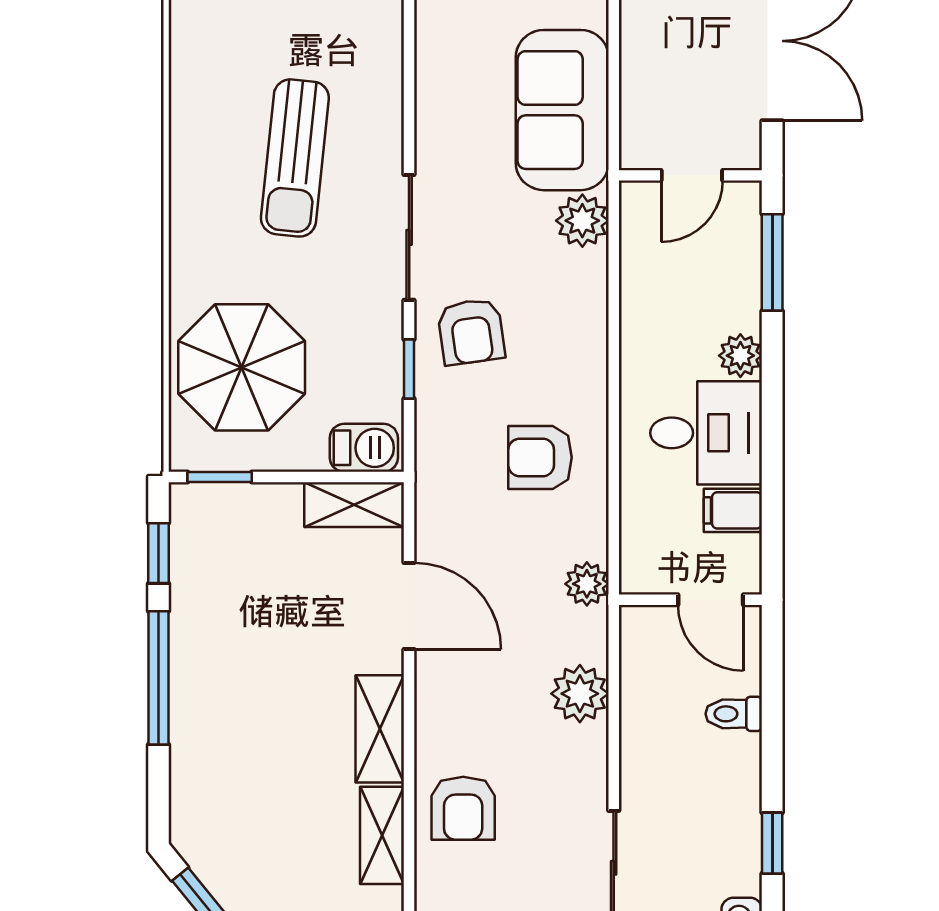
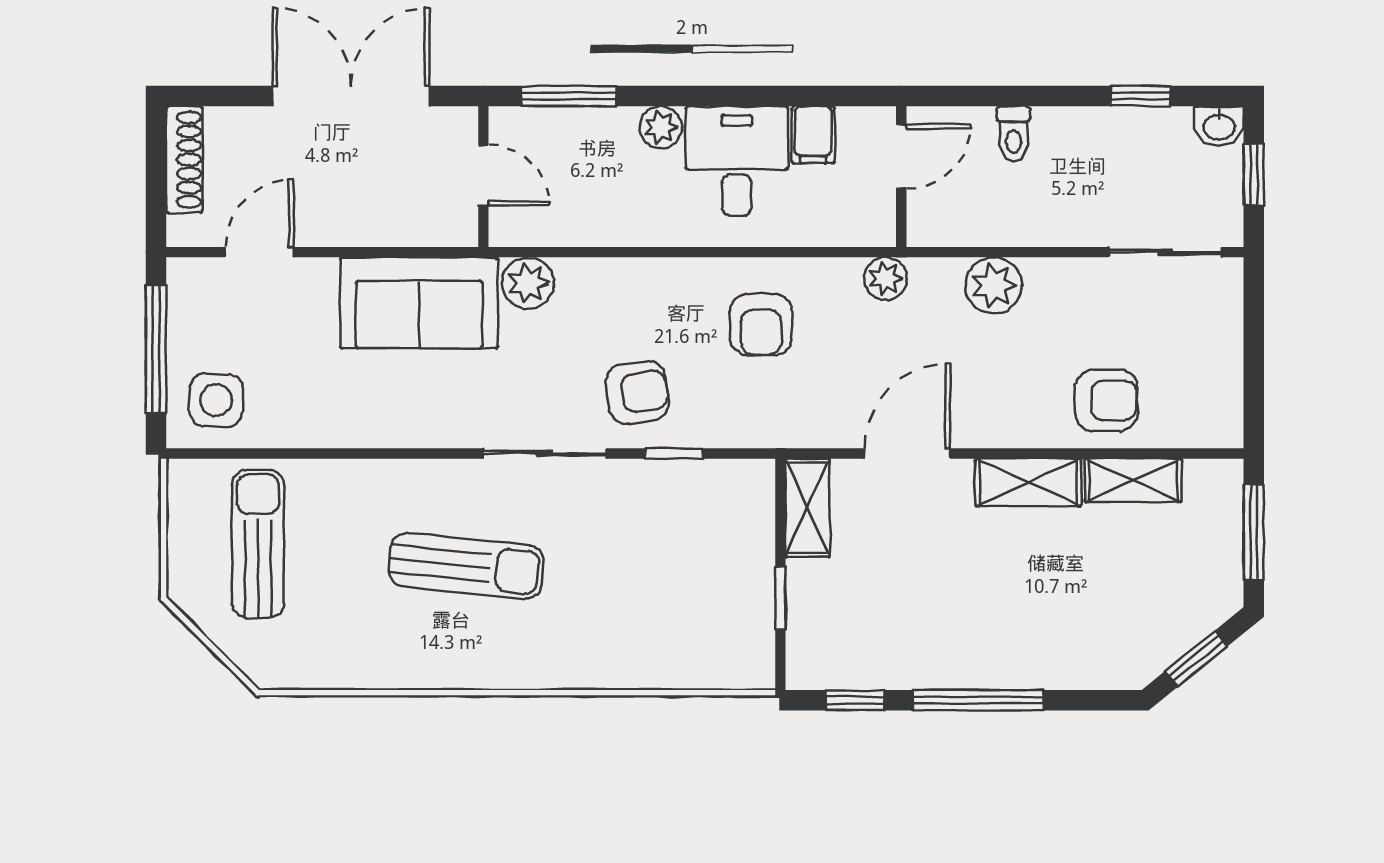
parasol: (242, 367) -> (672, 618), removed
barbecue: (364, 448) -> (752, 498), removed
window: (220, 477) -> (780, 598), moved

